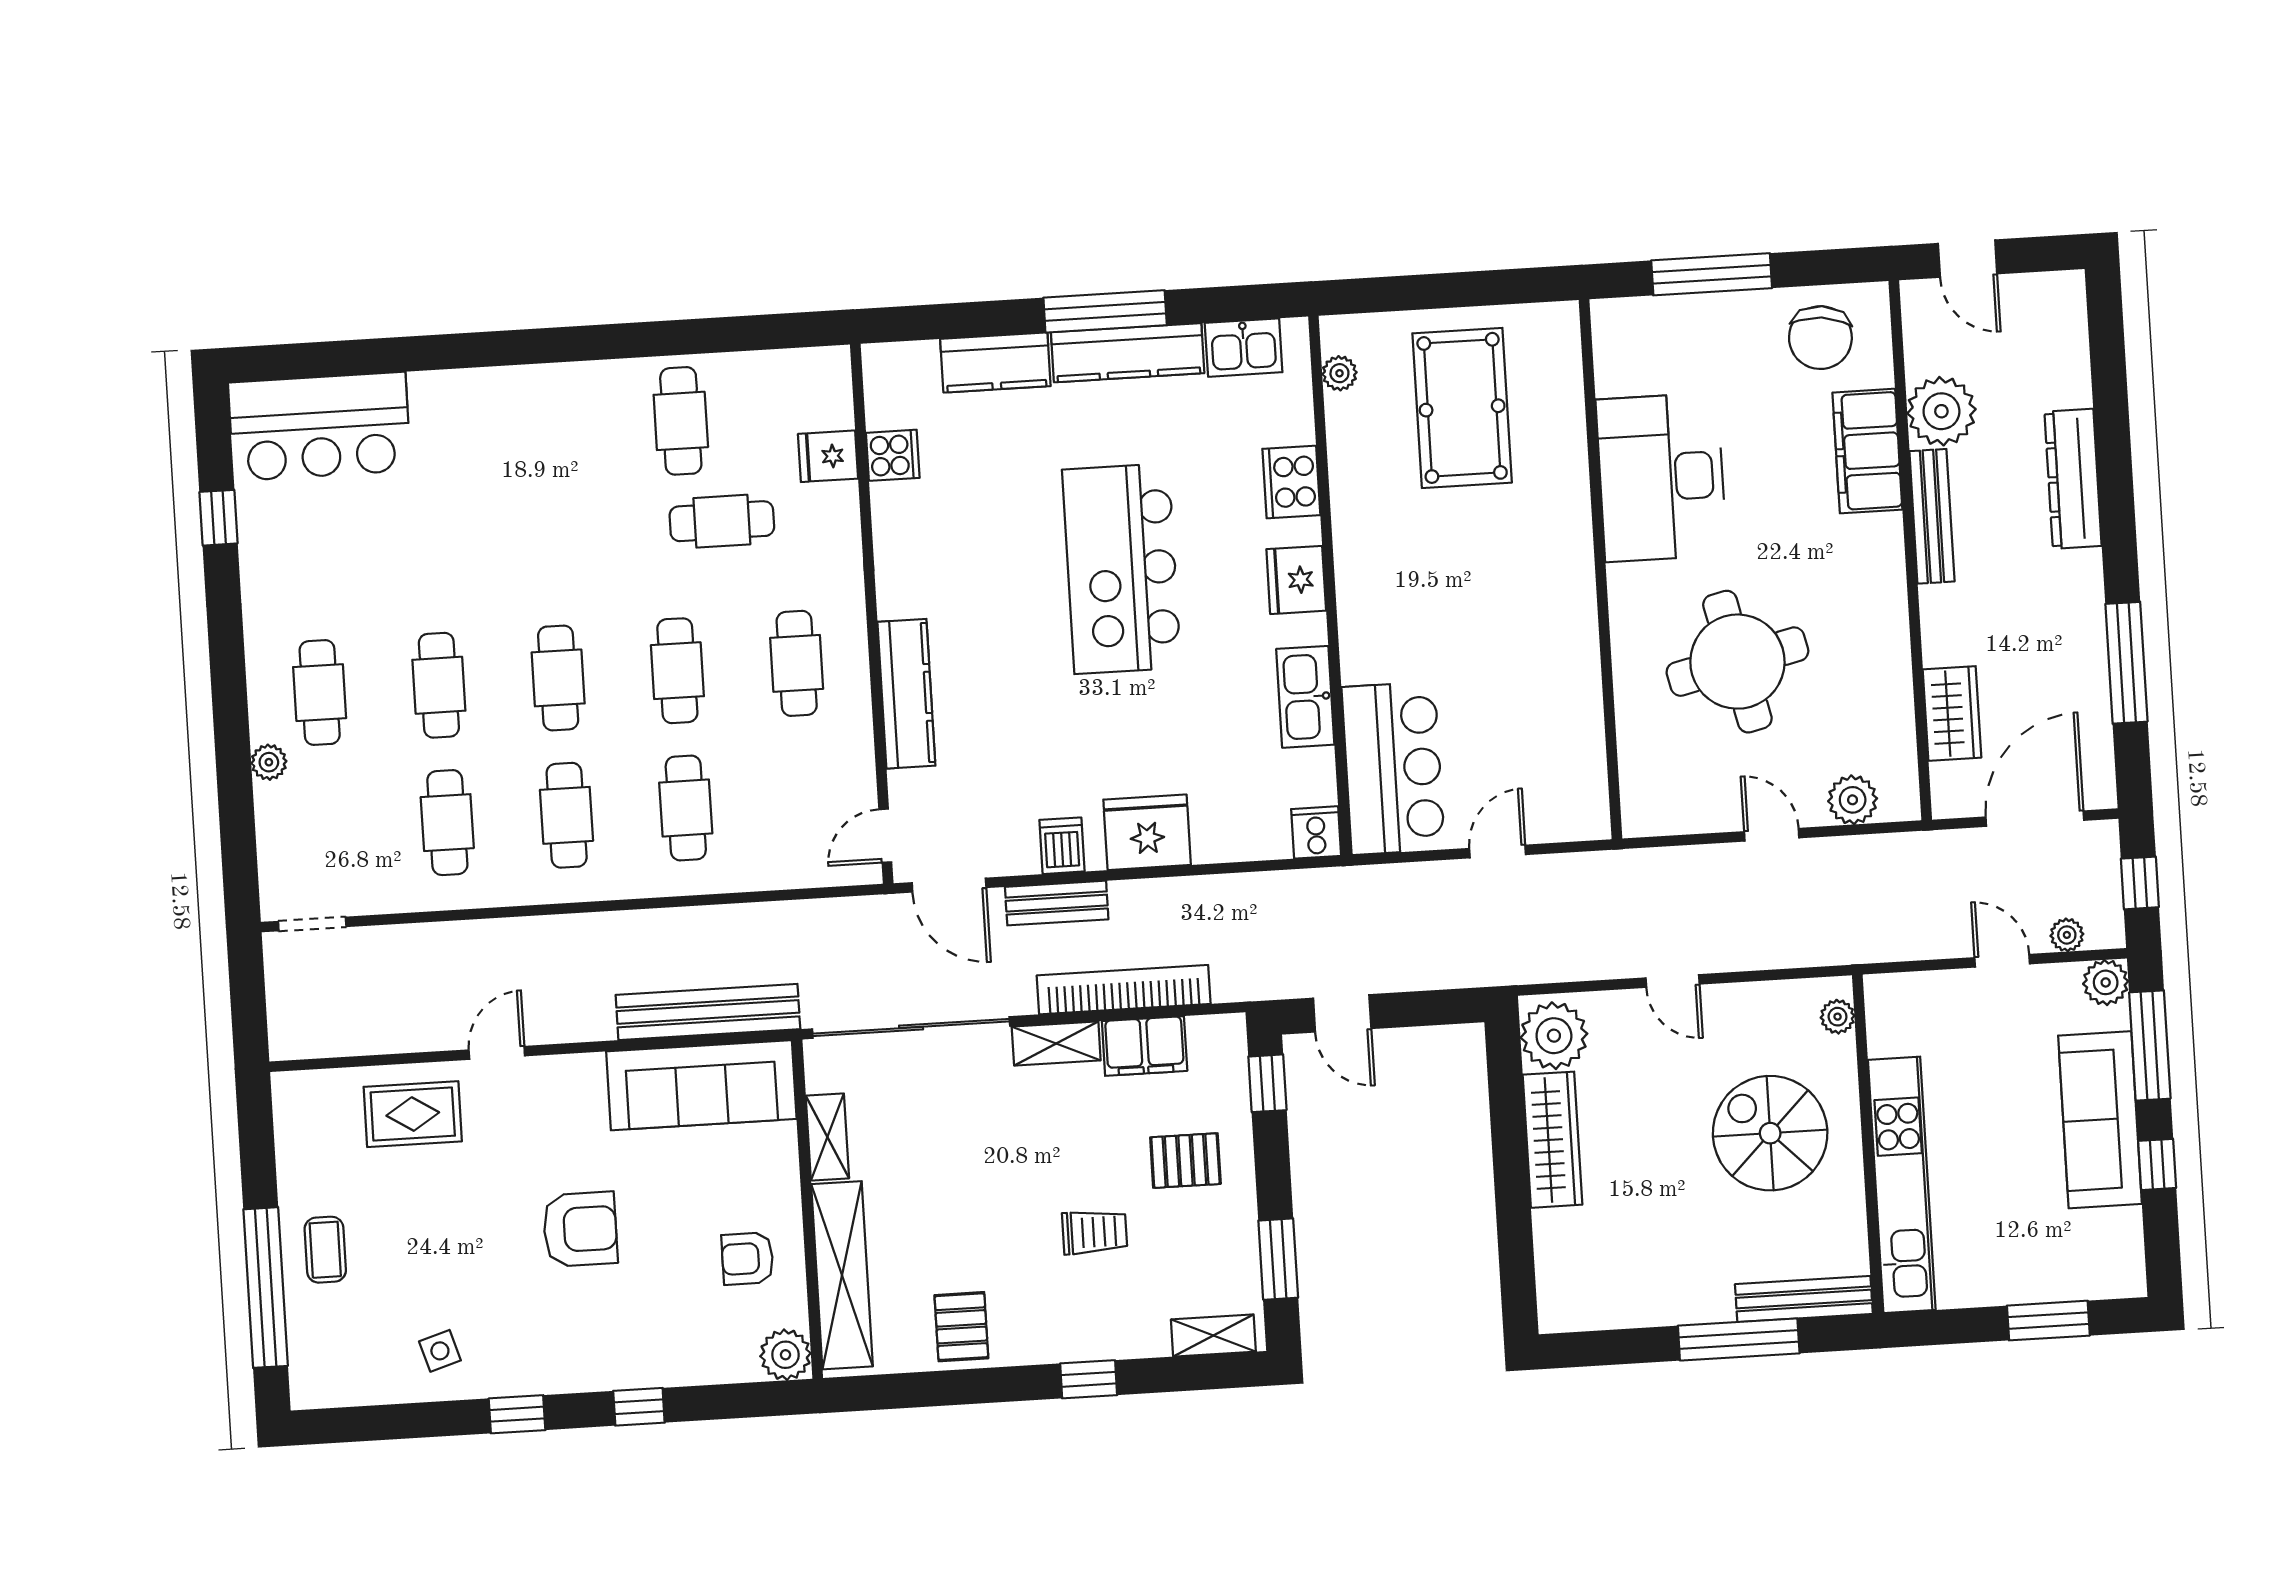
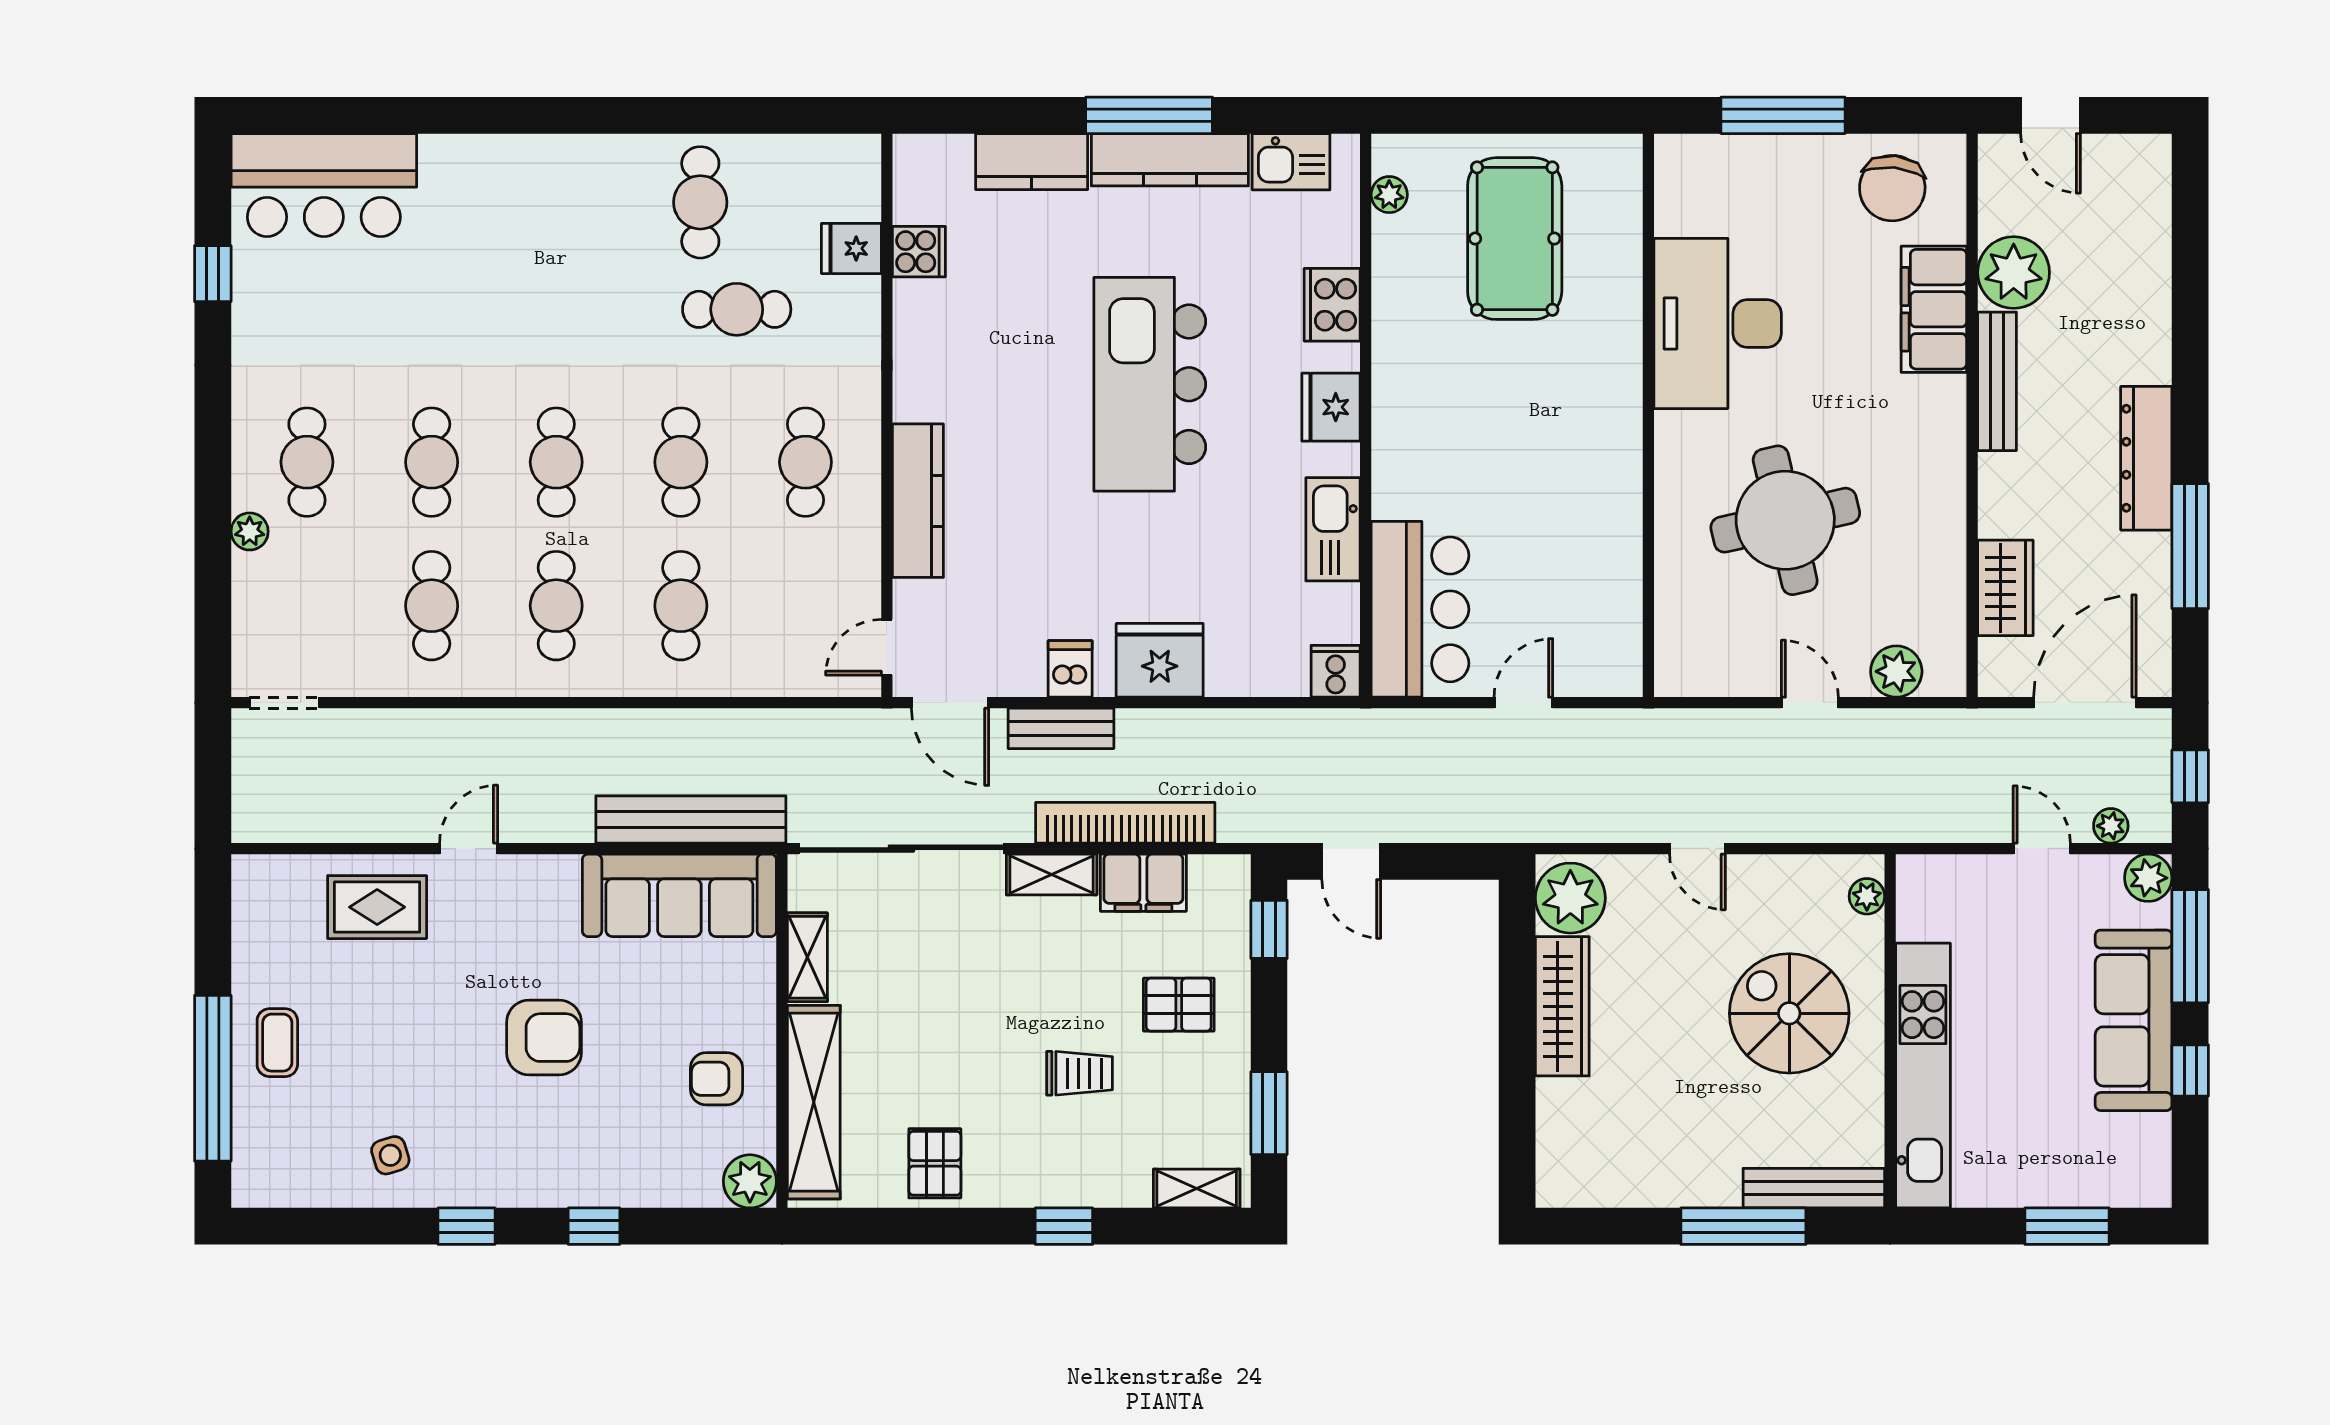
dresser: (2073, 479) -> (2146, 458), moved

